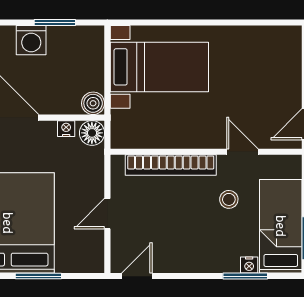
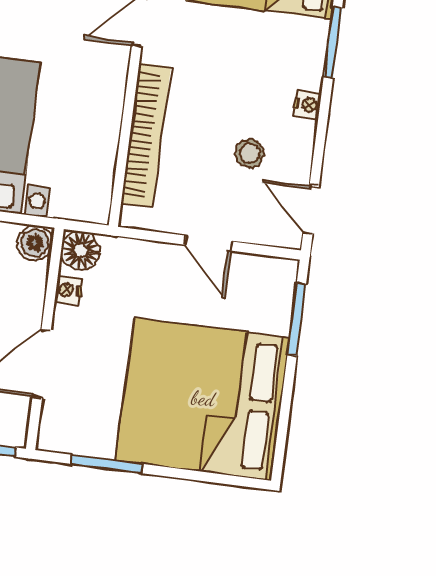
stool: (229, 199) -> (250, 153), moved
nightstand: (249, 265) -> (307, 105), moved
window: (38, 276) -> (297, 319), moved

